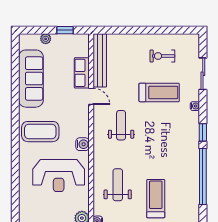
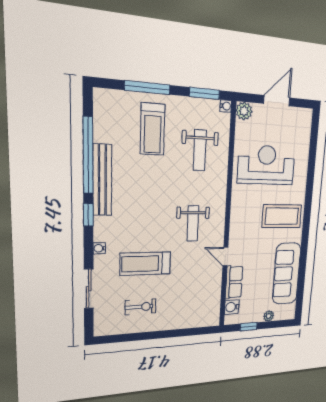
bench: (100, 60) -> (102, 180), moved
water cooler: (83, 144) -> (232, 307), moved

